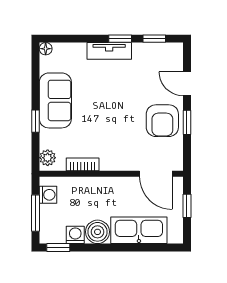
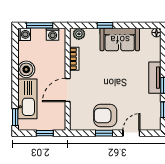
door: (156, 174) -> (68, 90), moved
washing machine: (75, 235) -> (24, 34), moved
window: (58, 248) -> (15, 117), moved

